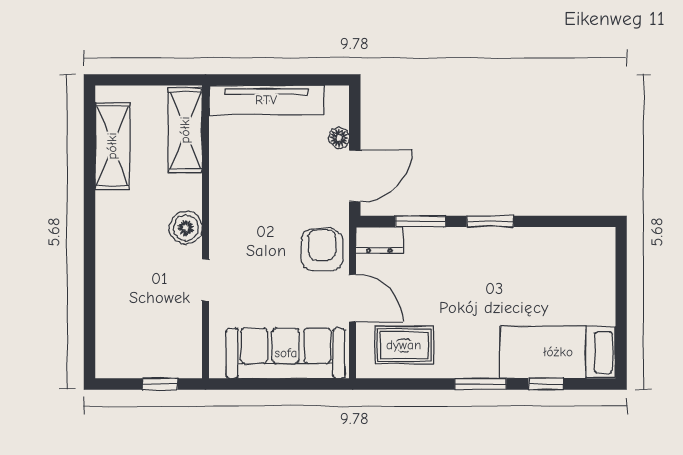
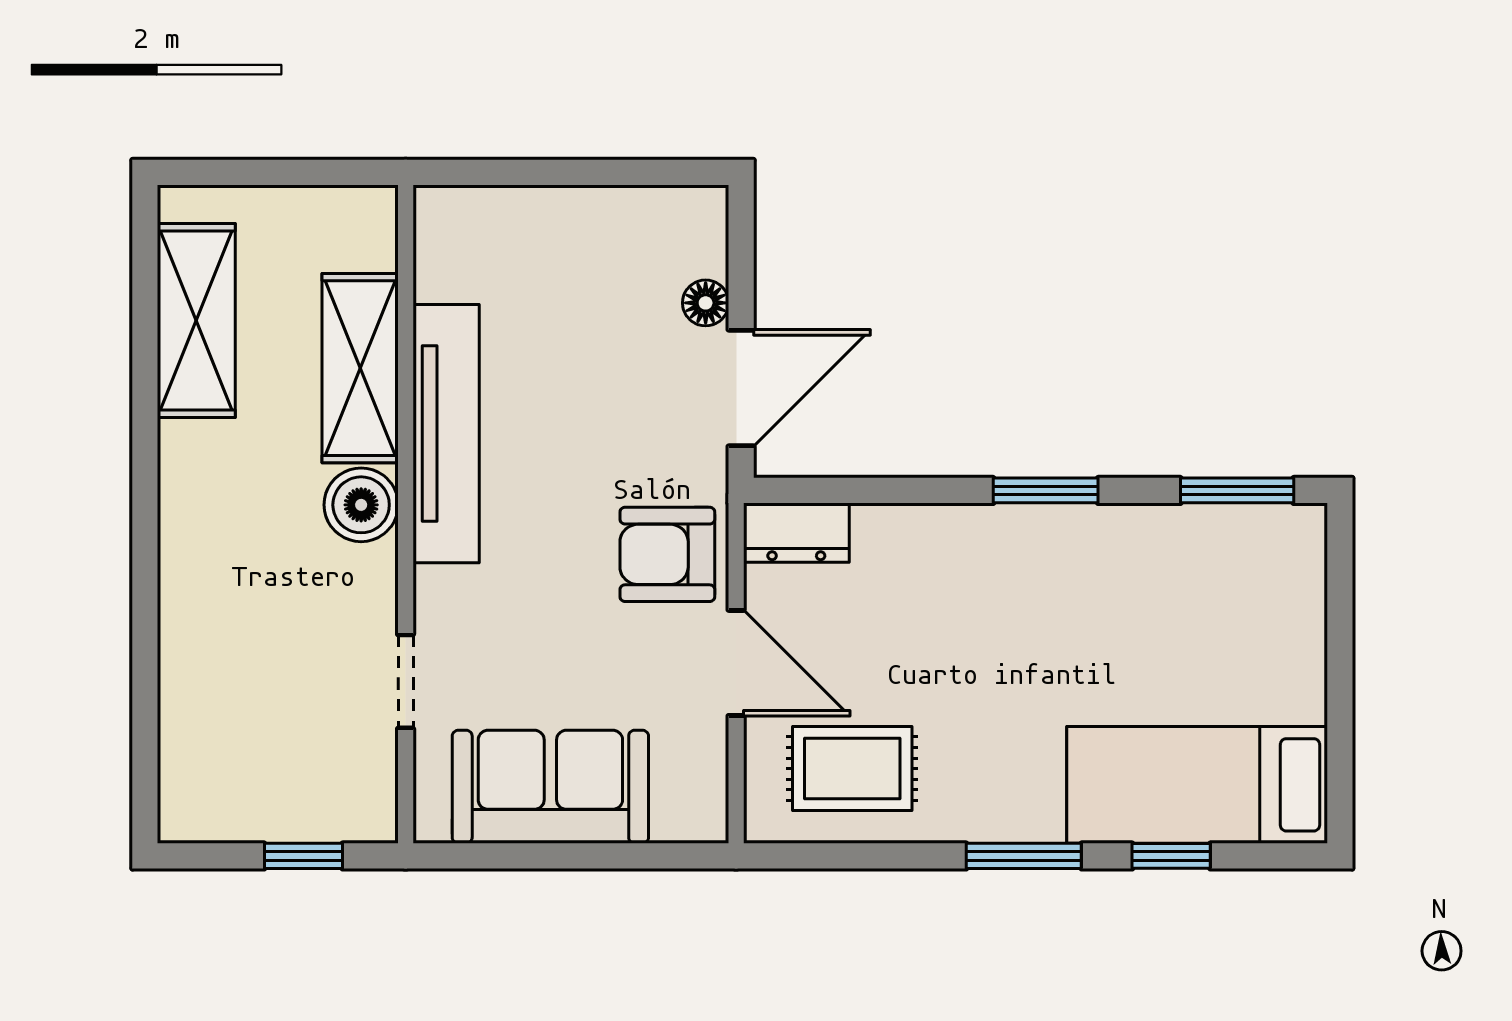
tv unit: (266, 100) -> (446, 434), moved, turned -90
shelving: (185, 130) -> (360, 368), moved
window: (420, 221) -> (1237, 490), moved
armchair: (322, 250) -> (667, 554), turned -90
doorway: (206, 280) -> (406, 681), moved
sofa: (286, 353) -> (550, 787), width x0.73

